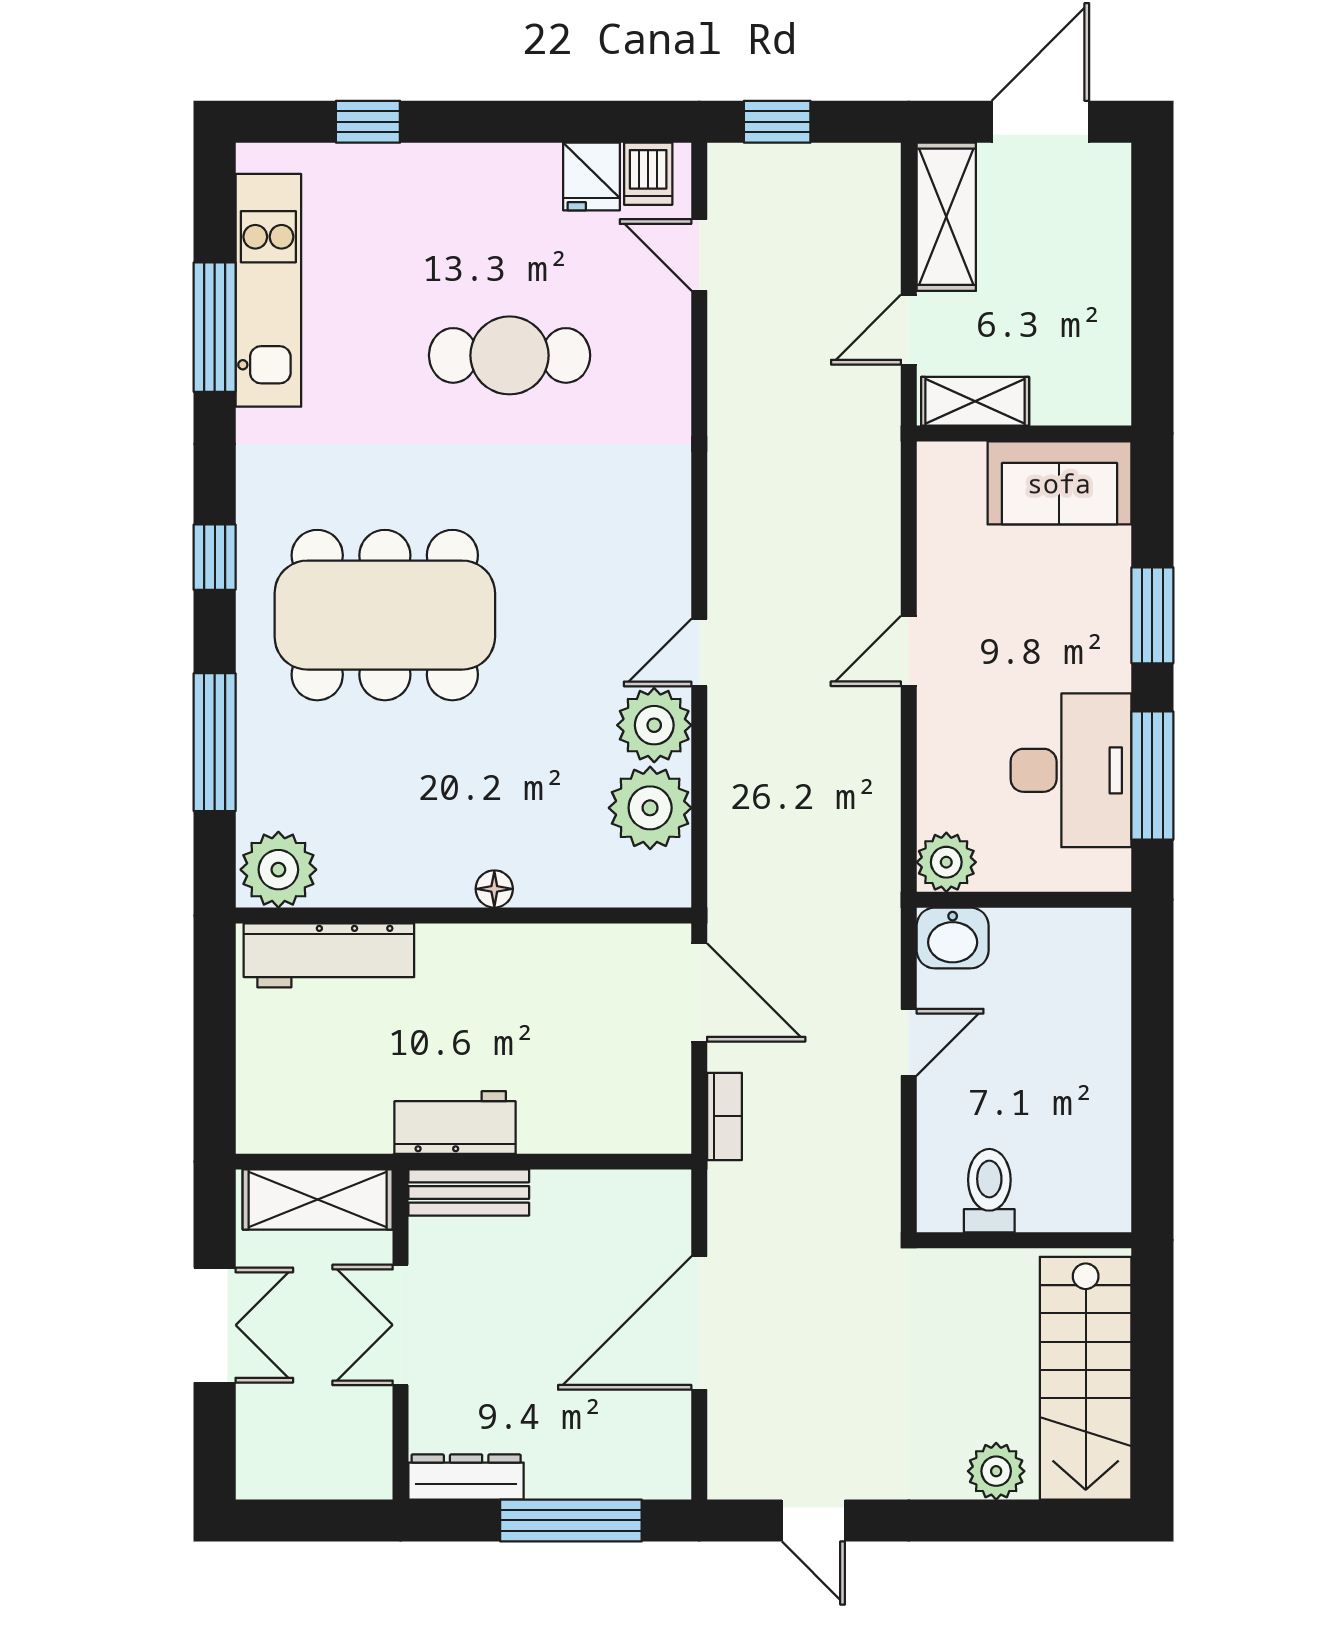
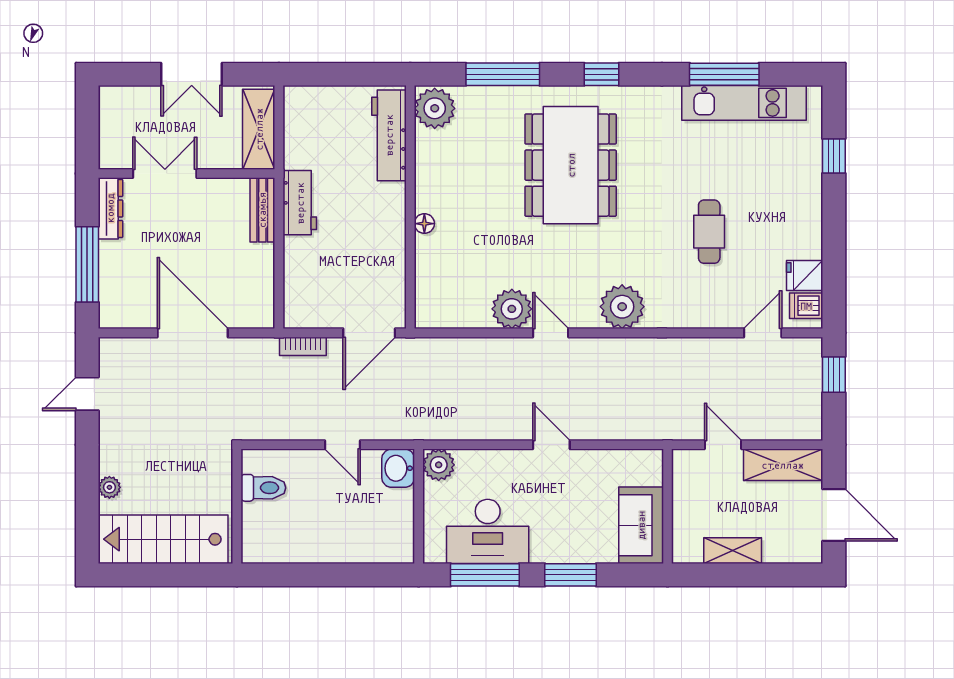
cafe table: (510, 355) -> (709, 232), width x0.73, depth x0.74
shelving: (975, 401) -> (733, 551), moved, turned 90
plant: (650, 808) -> (622, 307), moved
double door: (401, 1325) -> (165, 174), moved
plant: (996, 1471) -> (109, 487), width x0.73, depth x0.73

